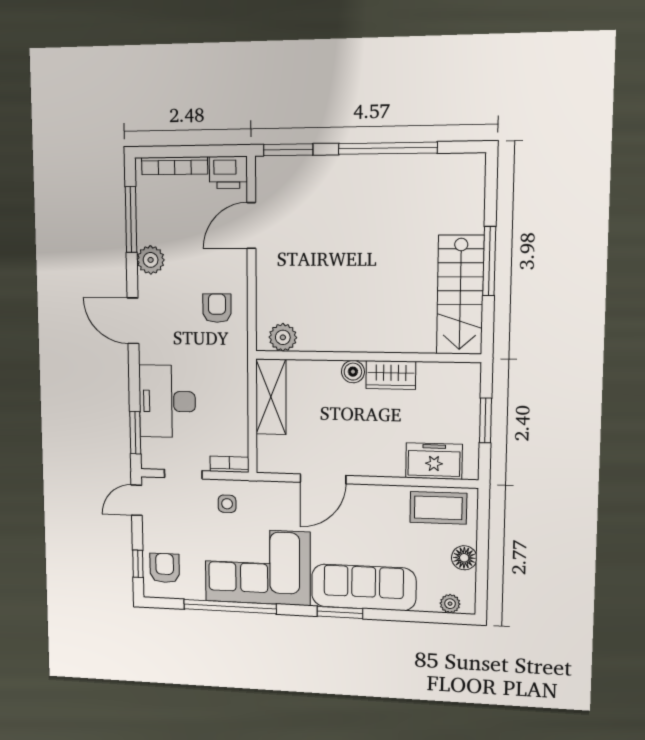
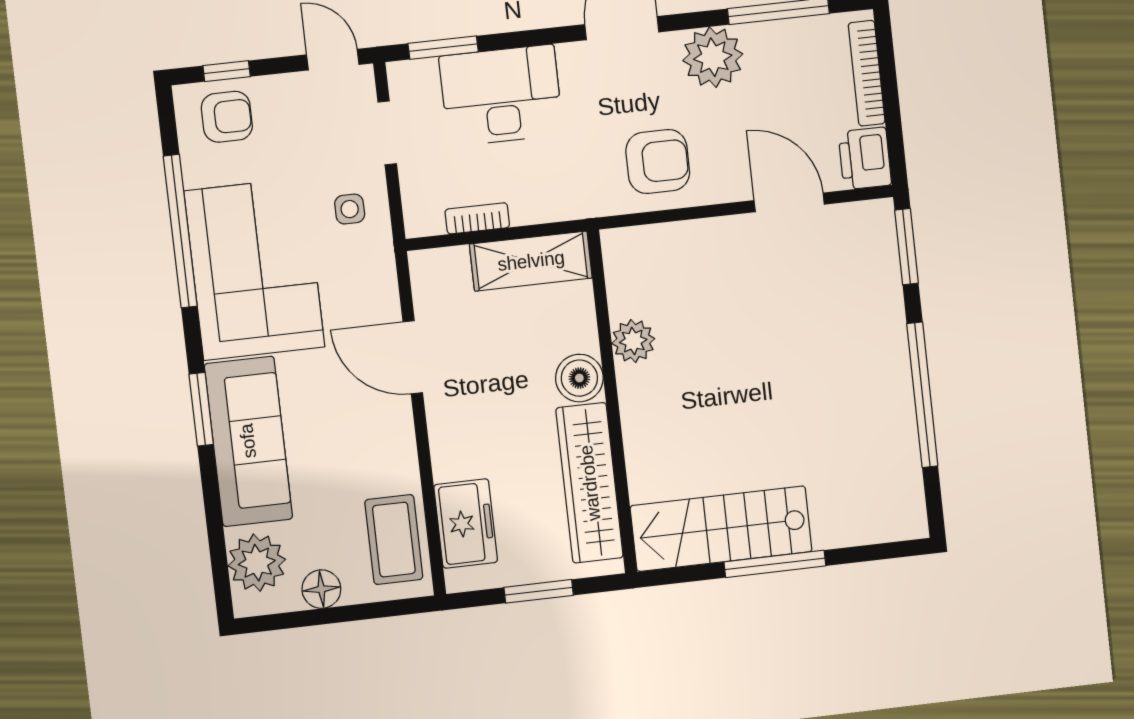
plant: (151, 260) -> (713, 57), width x1.36, depth x1.36
armchair: (217, 308) -> (658, 162), width x1.38, depth x1.38
plant: (283, 337) -> (633, 341), moved
boiler: (353, 372) -> (579, 378), width x1.36, depth x1.36
wardrobe: (391, 375) -> (590, 483), width x2.10, depth x1.17
bookcase: (229, 464) -> (477, 218), moved, turned -90
plant: (450, 604) -> (257, 563), width x1.87, depth x1.87

